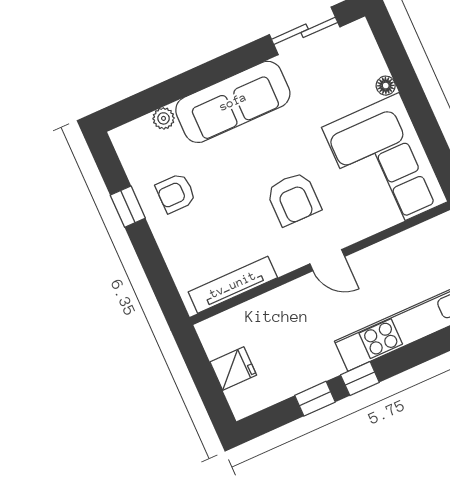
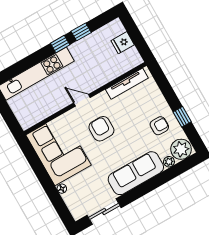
plant: (137, 141) -> (181, 149), added

